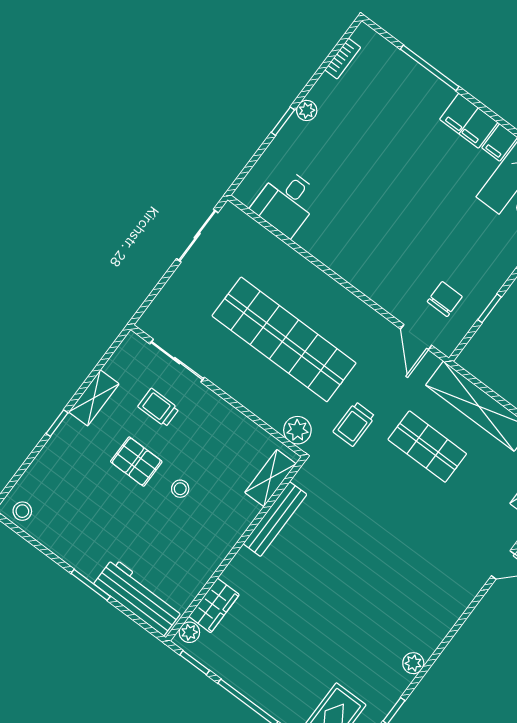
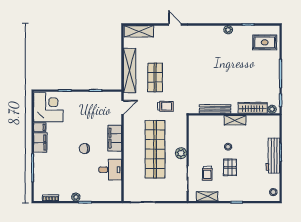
desk: (286, 202) -> (110, 170), moved
filing cabinet: (366, 276) -> (115, 138), added
chair: (445, 299) -> (84, 149), moved
shelving: (94, 398) -> (207, 196), moved
plant: (297, 430) -> (181, 153), moved
shelving: (270, 478) -> (235, 120), moved
workbench: (139, 597) -> (273, 156), moved
wardrobe: (214, 605) -> (253, 108), width x1.50

